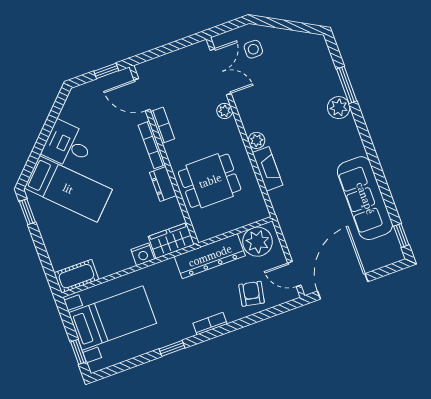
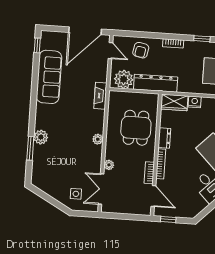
fireplace: (268, 169) -> (100, 96), moved
dining table: (210, 181) -> (136, 128), turned 90

